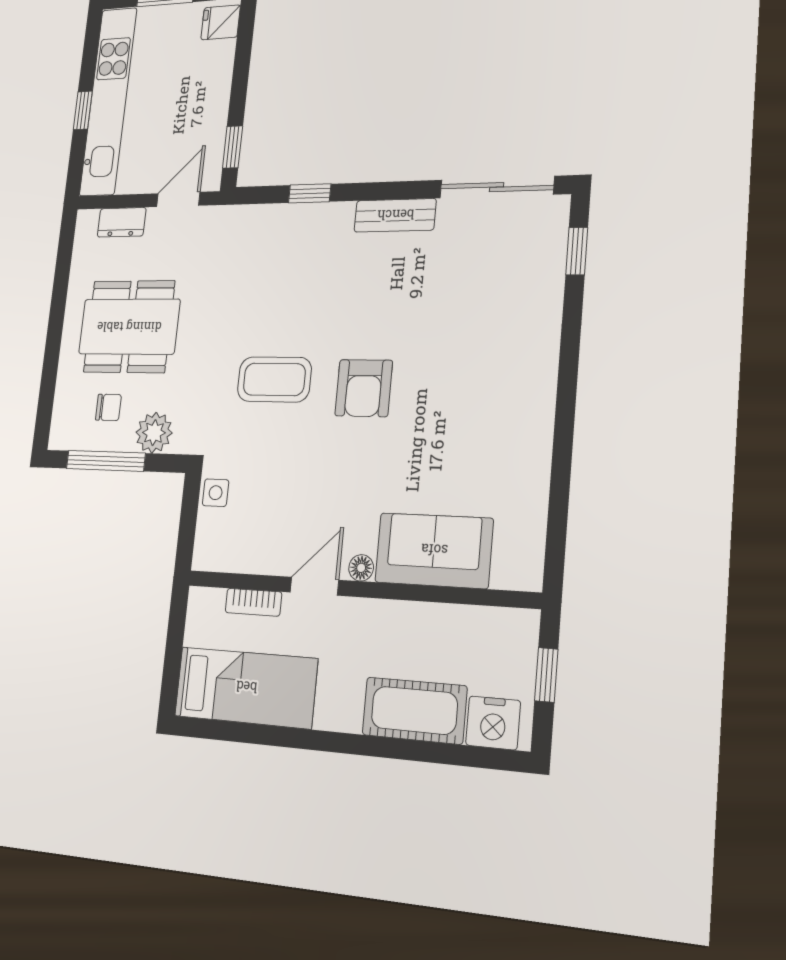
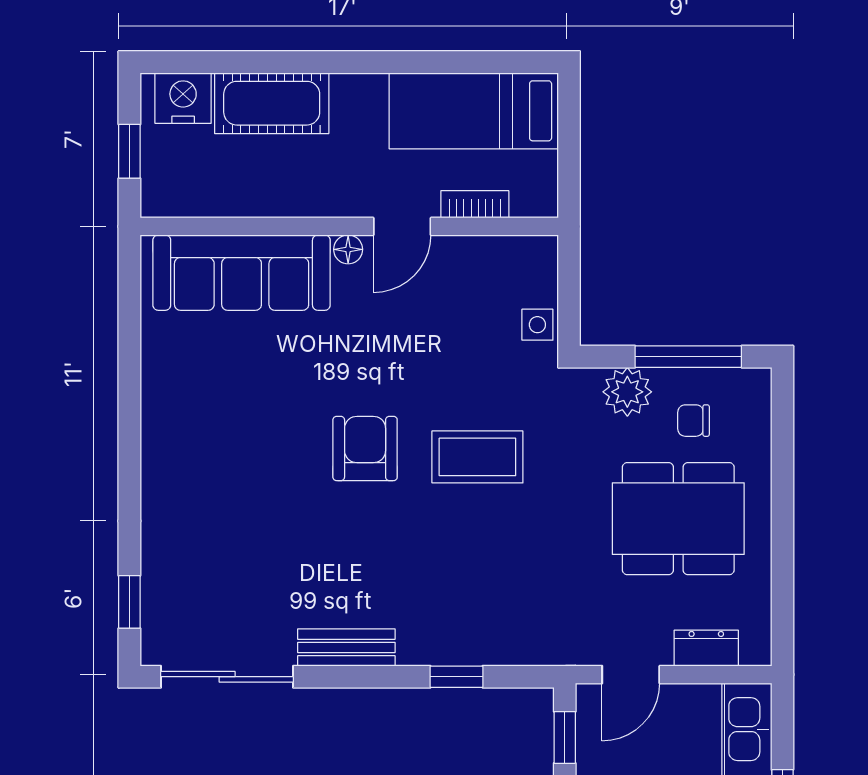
sofa: (434, 550) -> (242, 273), width x1.36

